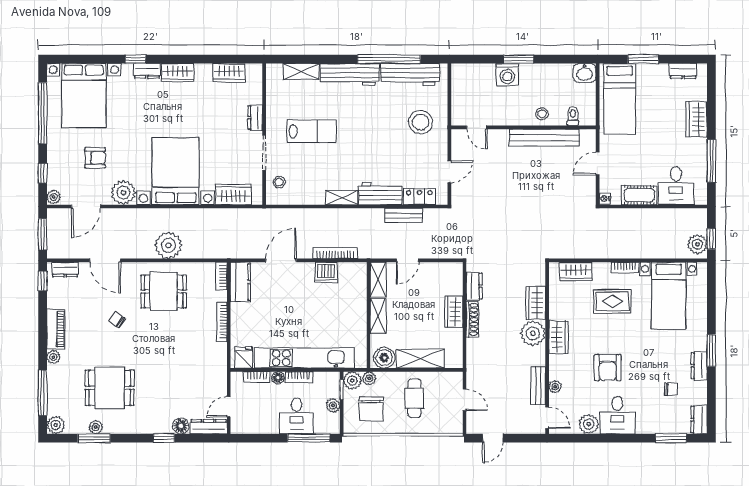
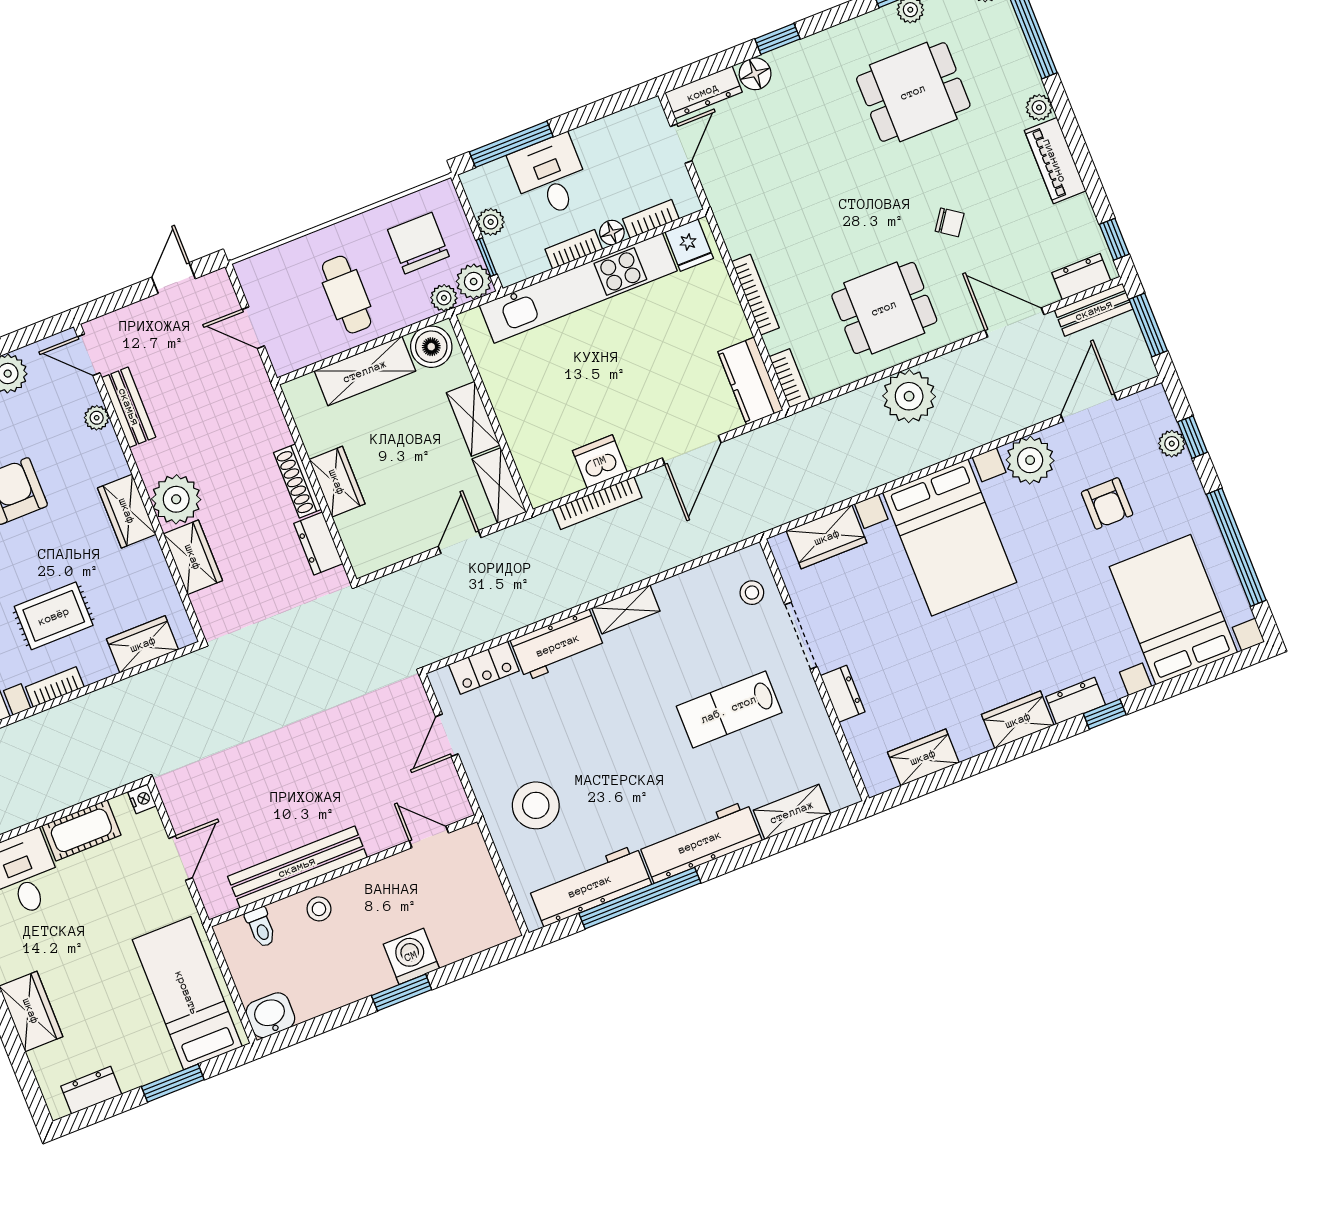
armchair: (95, 158) -> (1107, 503), turned -90
plant: (54, 197) -> (1172, 444), moved
bench: (404, 215) -> (1094, 310), moved

